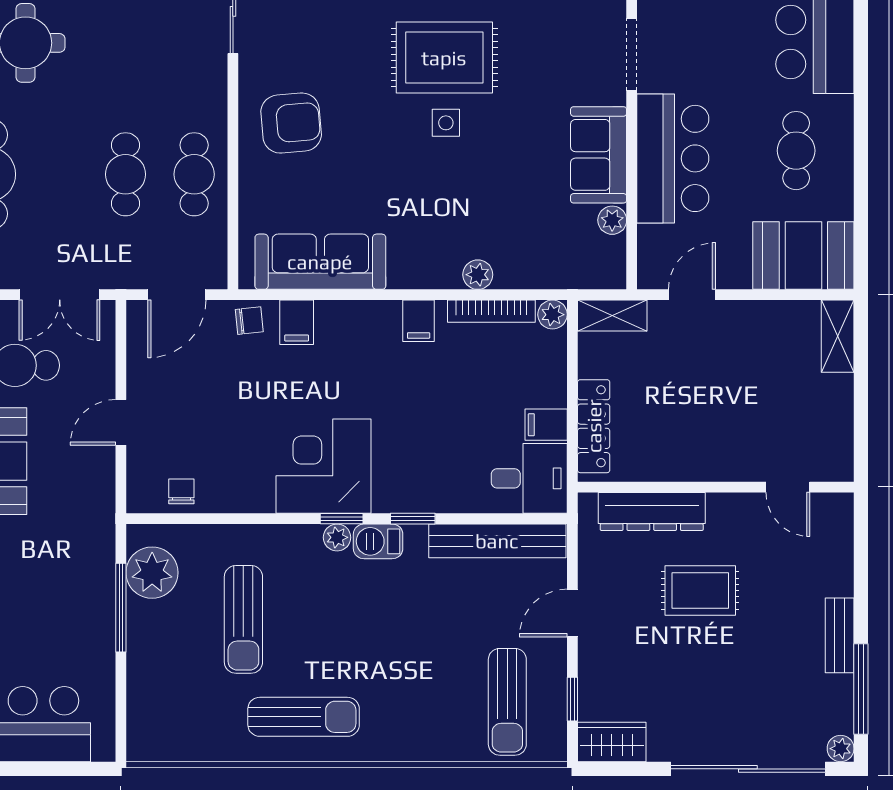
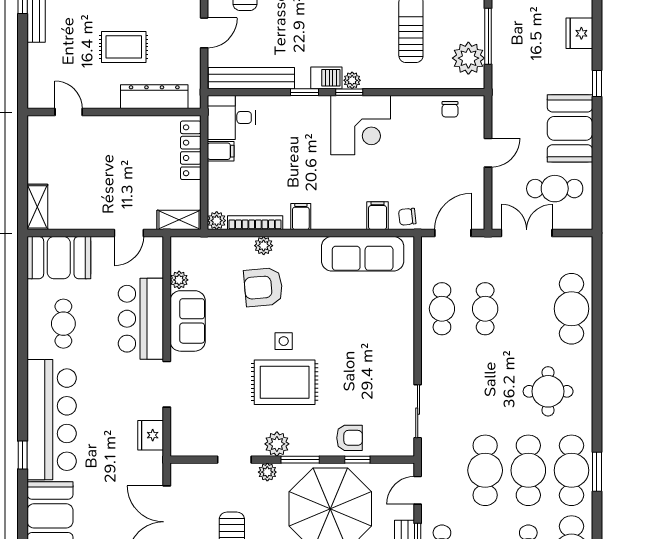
armchair: (291, 123) -> (263, 287), moved

